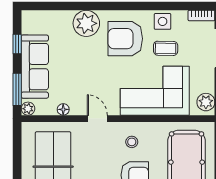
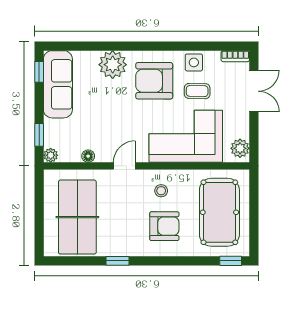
window: (17, 44) -> (39, 72), moved
sofa: (35, 67) -> (58, 84), moved
window: (17, 89) -> (39, 135), width x0.67
door: (97, 119) -> (124, 166), hinge flipped

